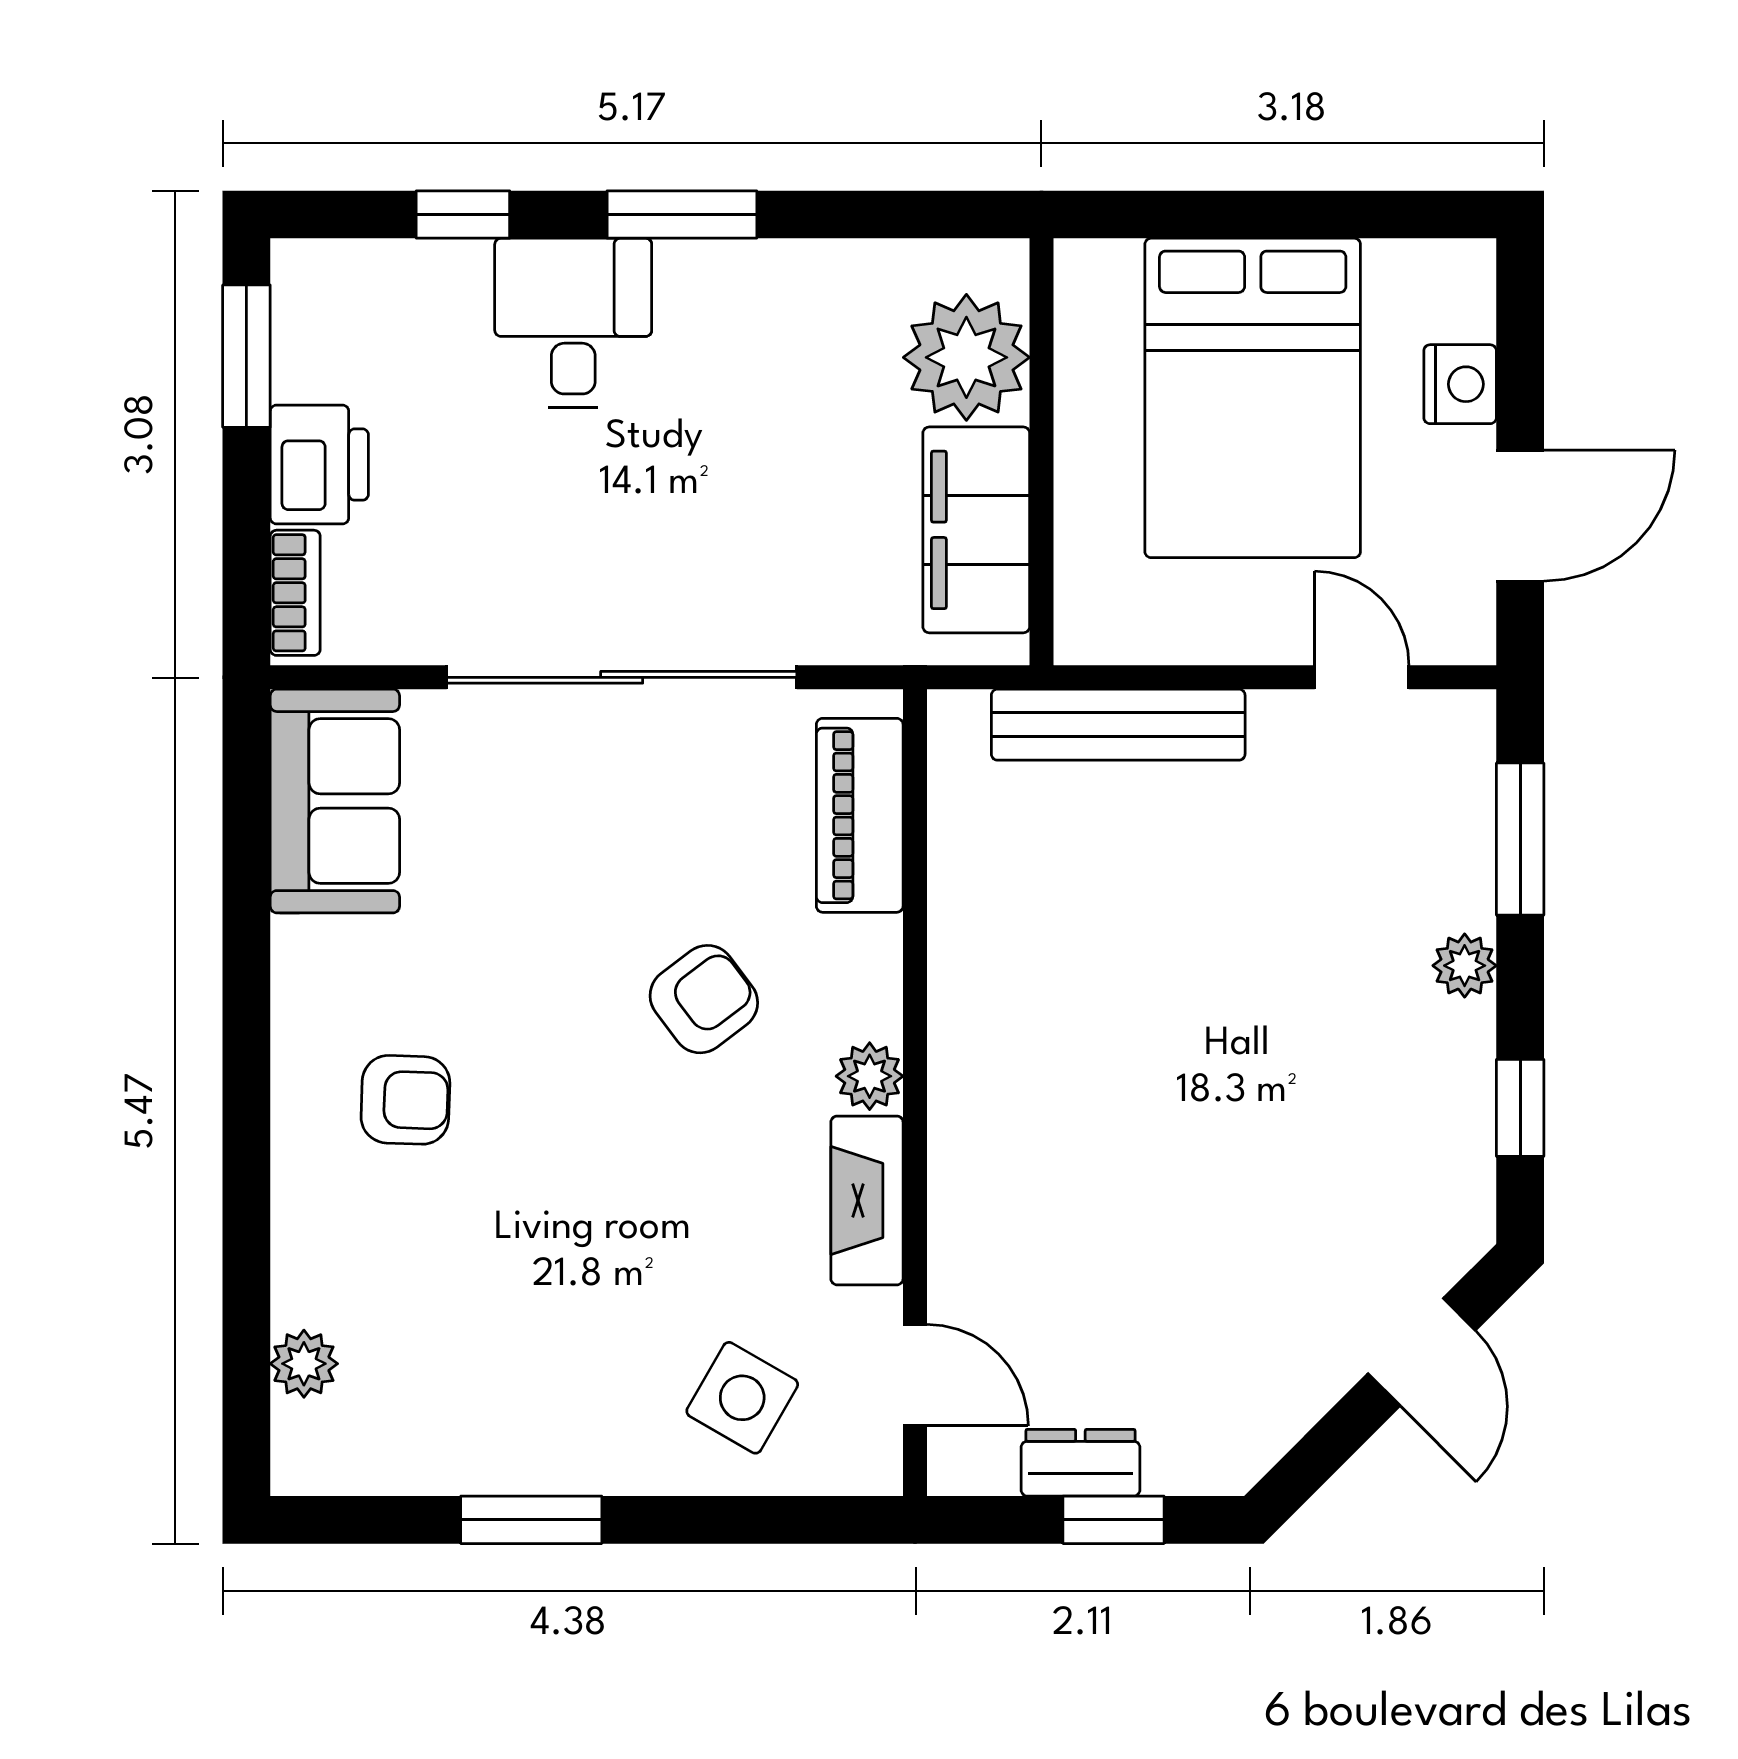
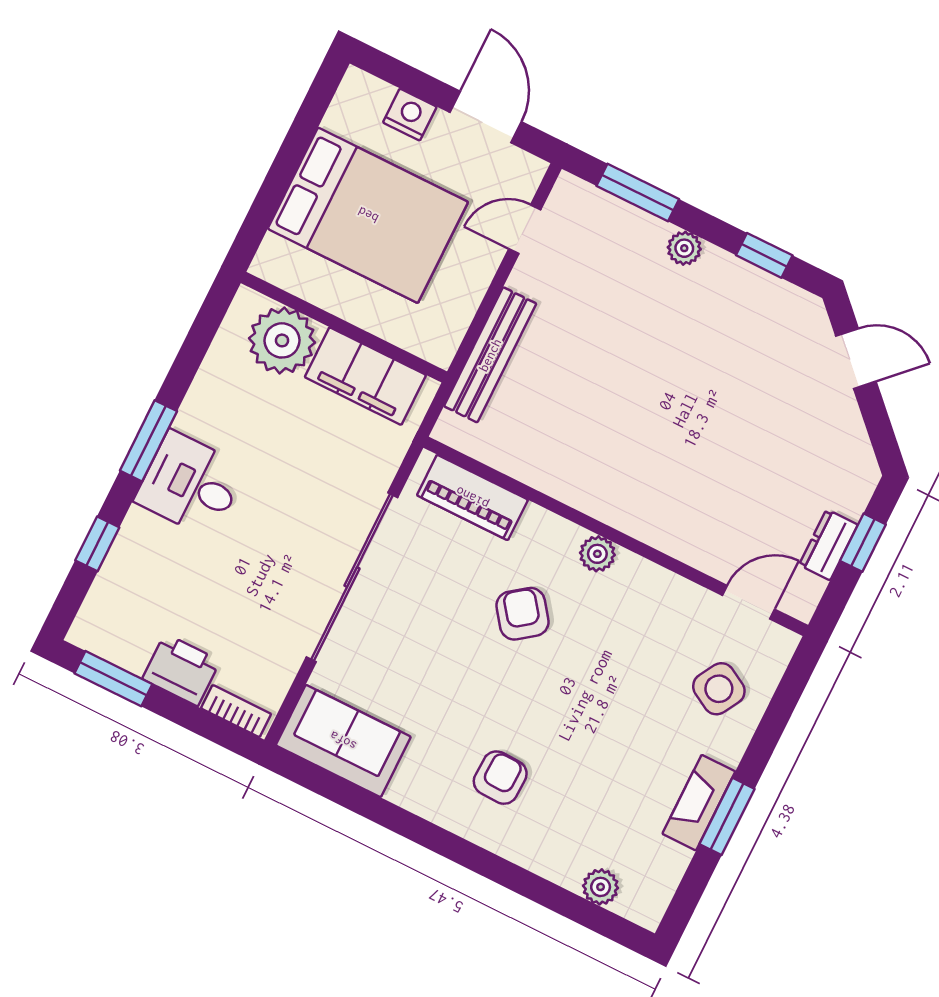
desk: (573, 323) -> (190, 484), moved
fireplace: (867, 1200) -> (699, 803), moved, turned 90

